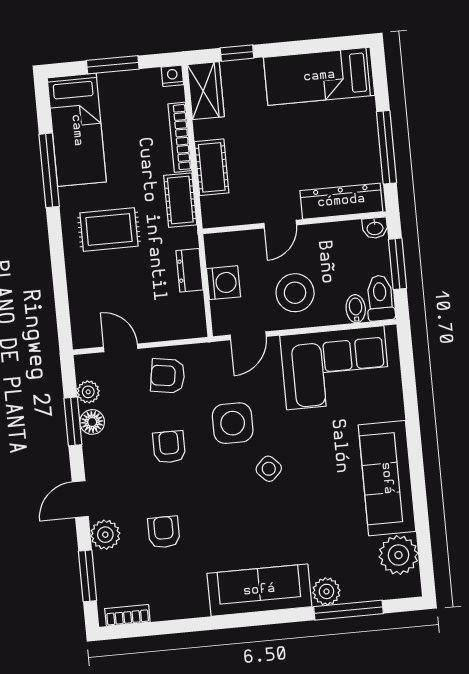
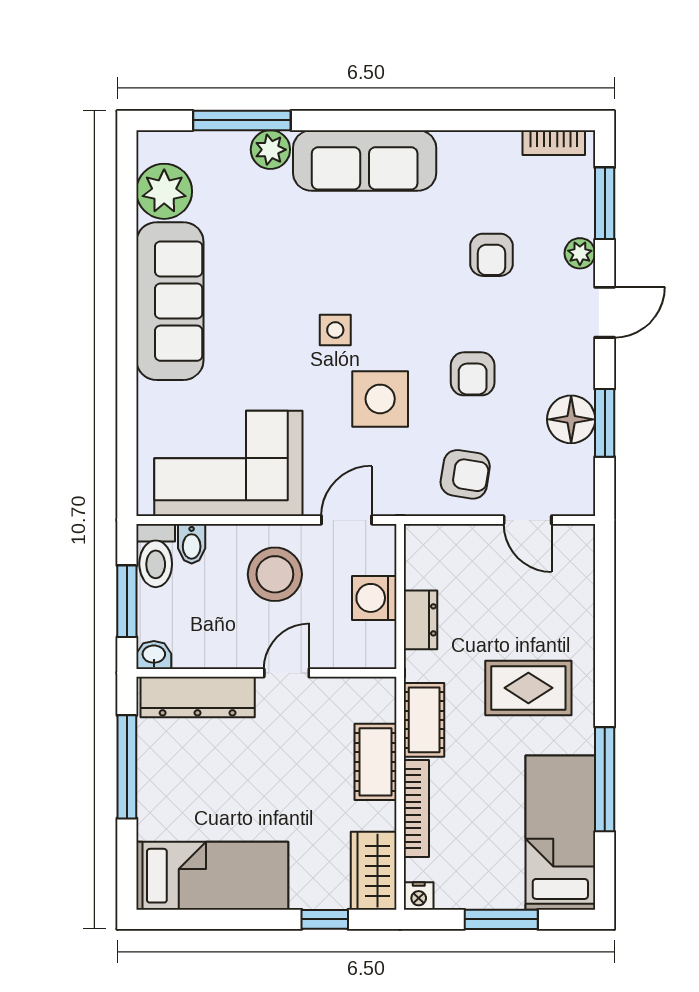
plant: (88, 392) -> (579, 462), removed
floor lamp: (92, 422) -> (571, 419), width x1.38, depth x1.38
side table: (269, 469) -> (335, 330), turned 45
plant: (105, 535) -> (580, 253), width x0.73, depth x0.73

